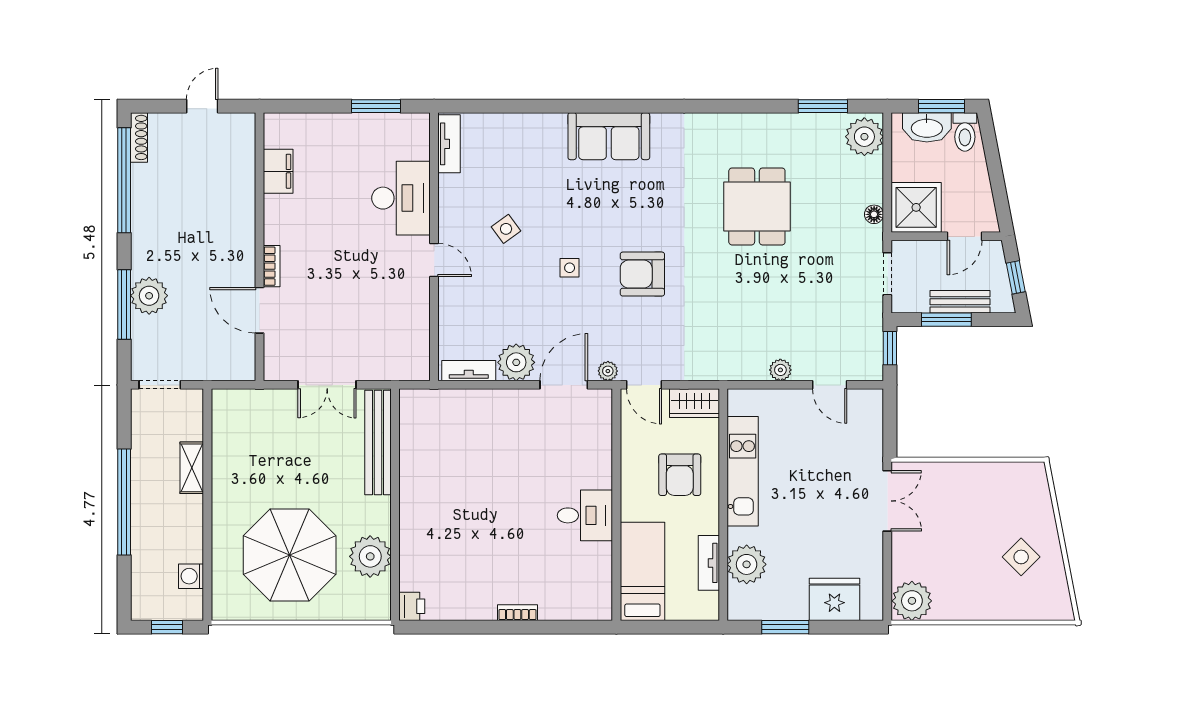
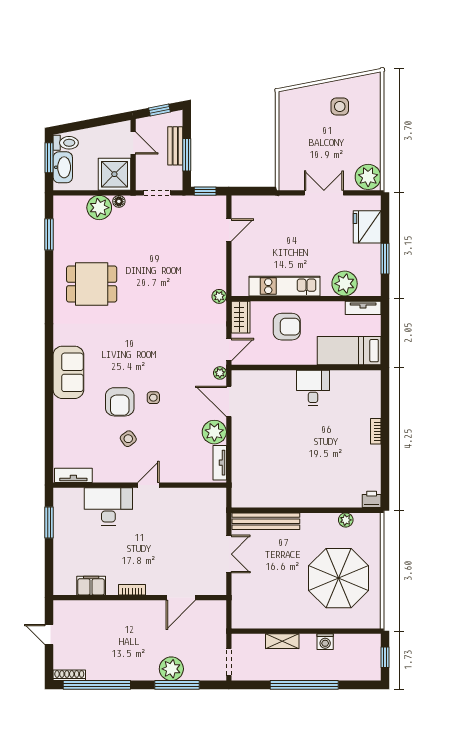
plant: (864, 137) -> (99, 208), moved
dining table: (757, 206) -> (92, 284), moved
bookcase: (272, 266) -> (132, 590), moved
armchair: (642, 274) -> (120, 402), moved
plant: (780, 370) -> (219, 296), moved
double door: (887, 501) -> (324, 193), moved
plant: (370, 556) -> (346, 520), width x0.53, depth x0.53
side table: (1021, 557) -> (340, 107), turned 45
tv unit: (709, 563) -> (363, 308), moved
washing machine: (191, 576) -> (325, 642), moved

